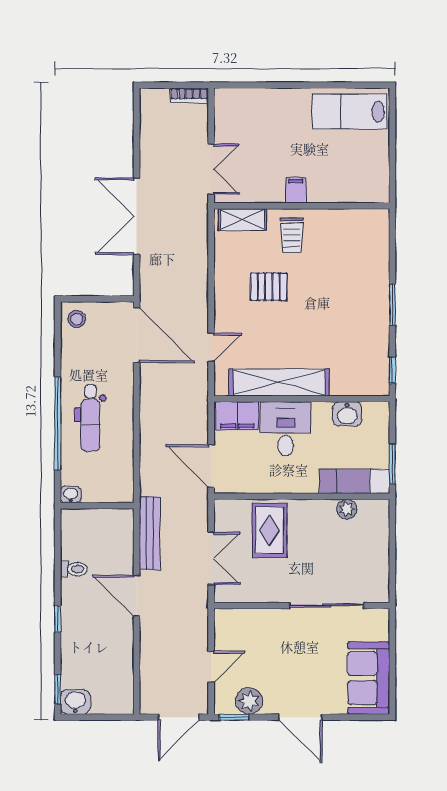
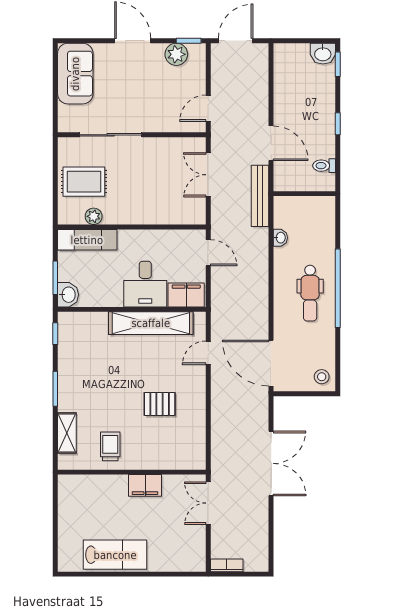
lab bench: (350, 112) -> (115, 555), moved
filing cabinet: (296, 190) -> (145, 485), width x2.00
shelving: (242, 220) -> (67, 433), moved, turned 90
trolley: (292, 235) -> (110, 446), moved
washbasin: (347, 414) -> (68, 295), moved, turned 90
dental chair: (90, 418) -> (310, 293), turned 180
window: (392, 464) -> (55, 278), moved
door: (211, 466) -> (208, 253), width x0.73
washbasin: (71, 495) -> (280, 238), moved, turned -90
wall: (97, 506) -> (304, 194), moved
rug: (269, 530) -> (84, 182), moved, turned 90
door: (211, 667) -> (208, 108), moved

